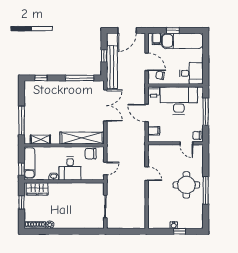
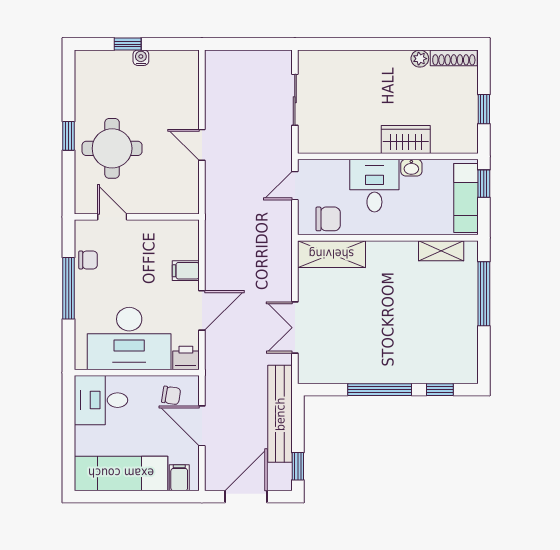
window: (173, 30) -> (143, 497), removed
window: (104, 56) -> (298, 466), moved
window: (80, 78) -> (380, 390), moved
double door: (105, 105) -> (295, 328), width x0.73
window: (206, 112) -> (69, 288), moved
door: (147, 113) -> (202, 310), hinge flipped
shelving: (82, 138) -> (331, 254), width x0.68
wall: (175, 143) -> (137, 217), moved
door: (186, 143) -> (112, 217), moved
door: (147, 174) -> (202, 145), moved
wardrobe: (37, 189) -> (406, 139), moved
window: (206, 190) -> (69, 136), width x0.46

